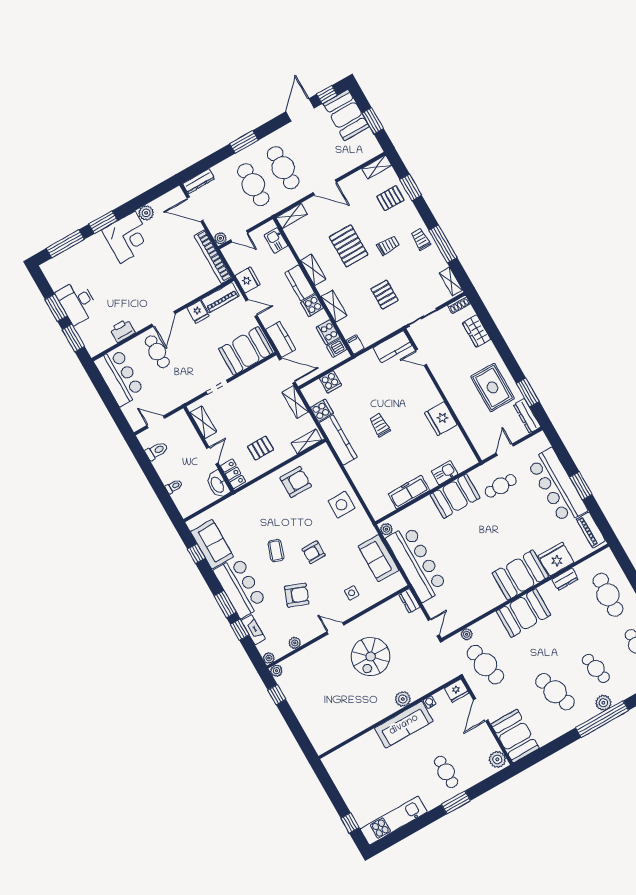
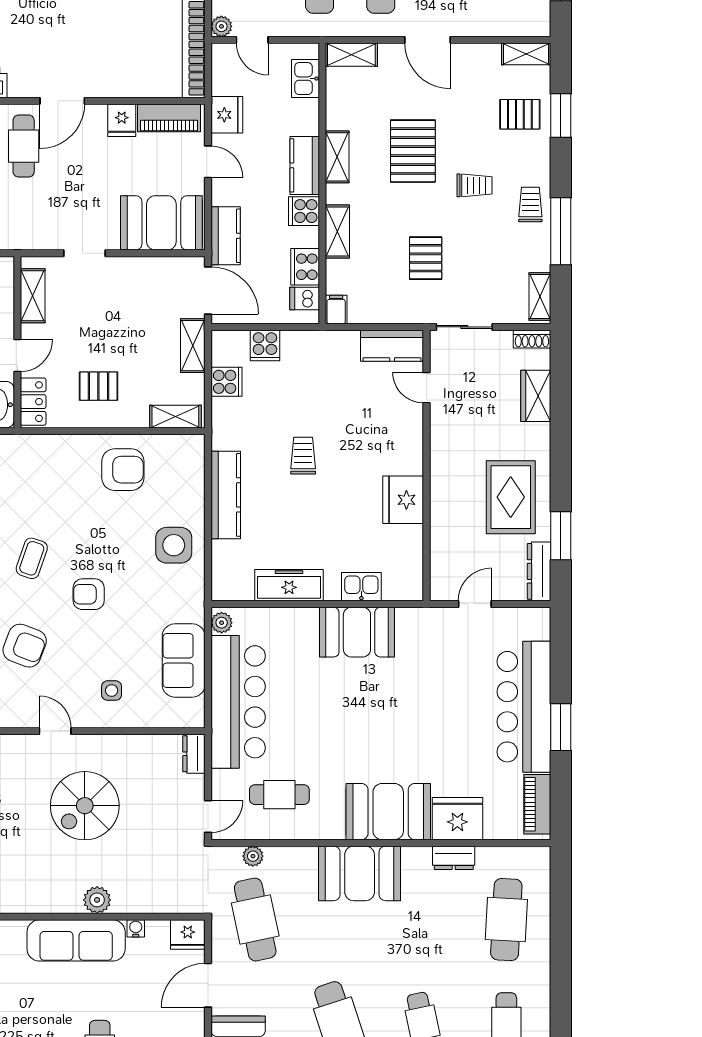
kitchen counter: (338, 440) -> (226, 495), moved
cafe table: (501, 486) -> (279, 795), moved

